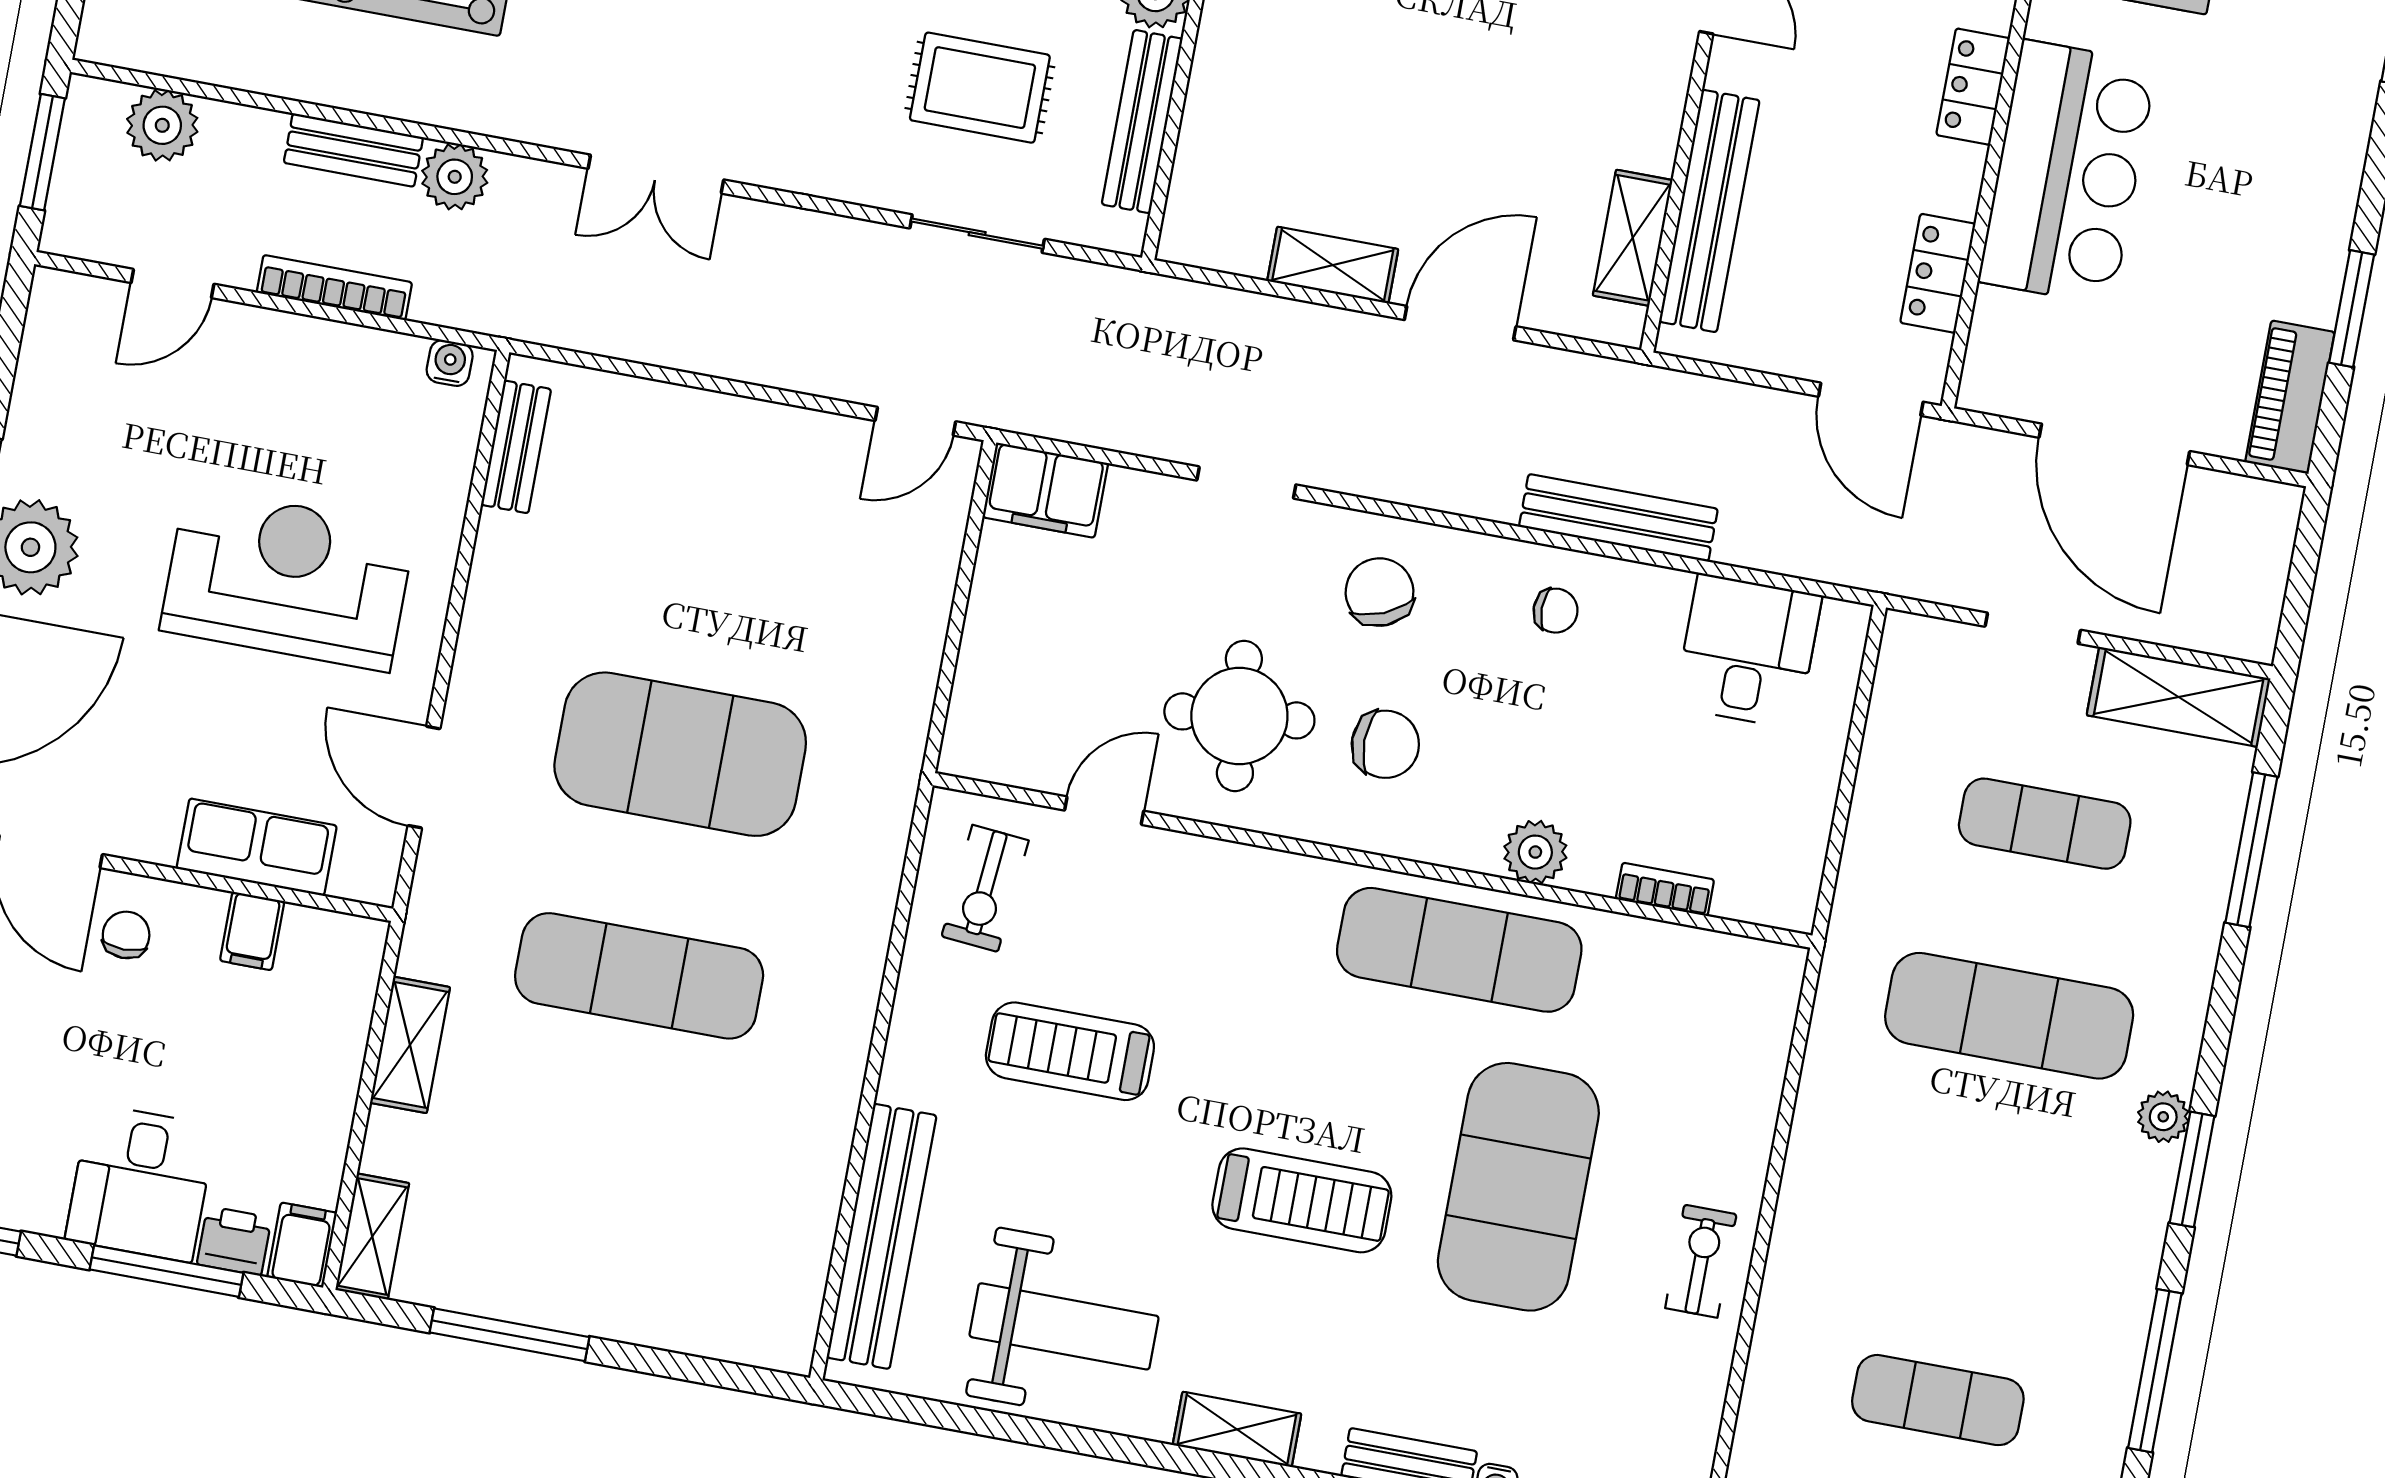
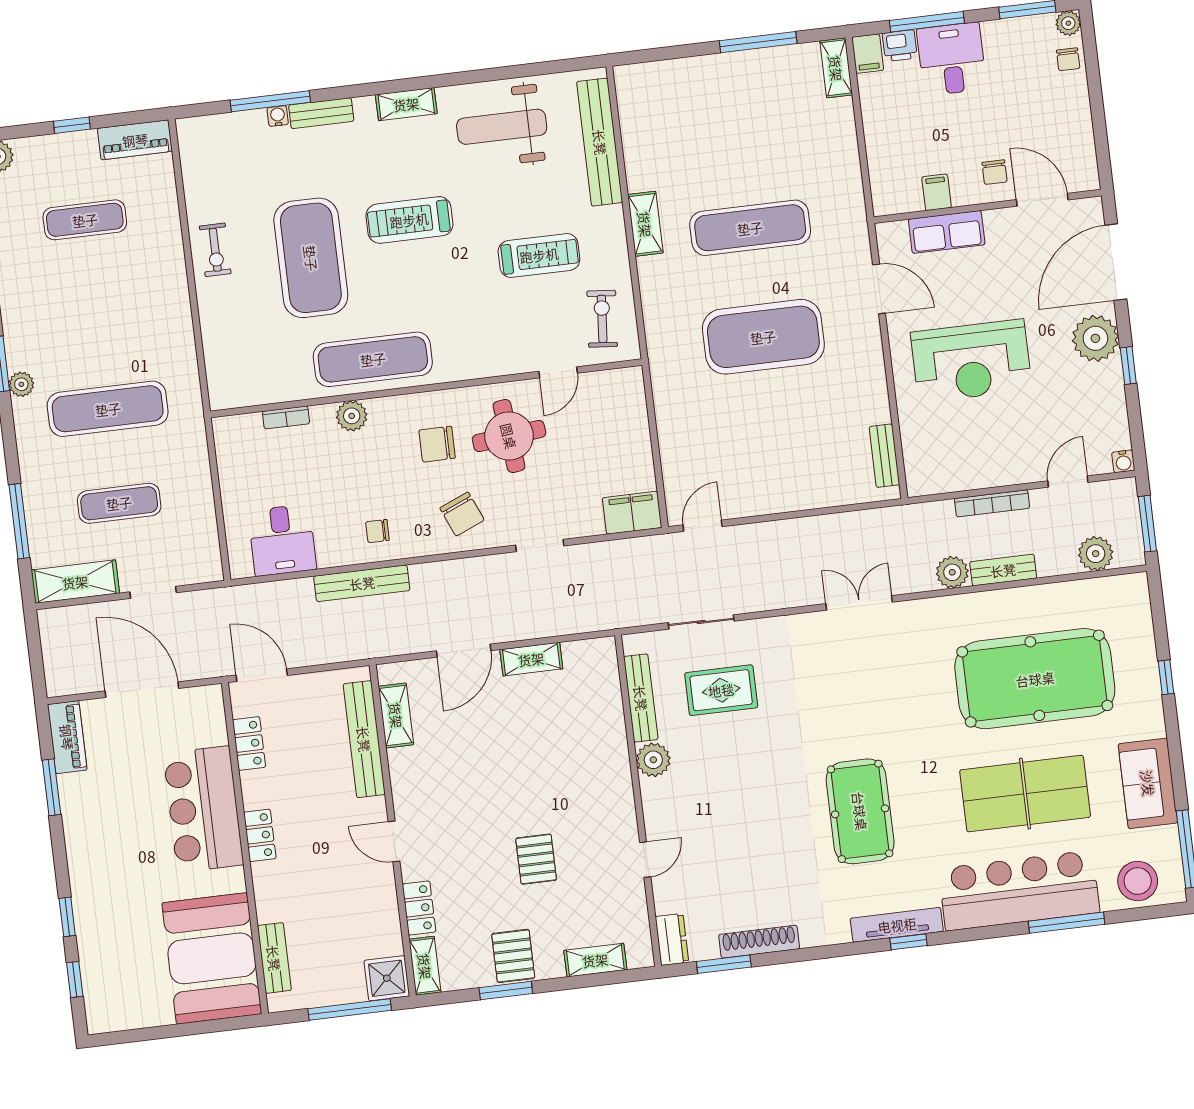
water cooler: (450, 363) -> (1123, 461), moved
shelving: (410, 1045) -> (645, 224), moved

